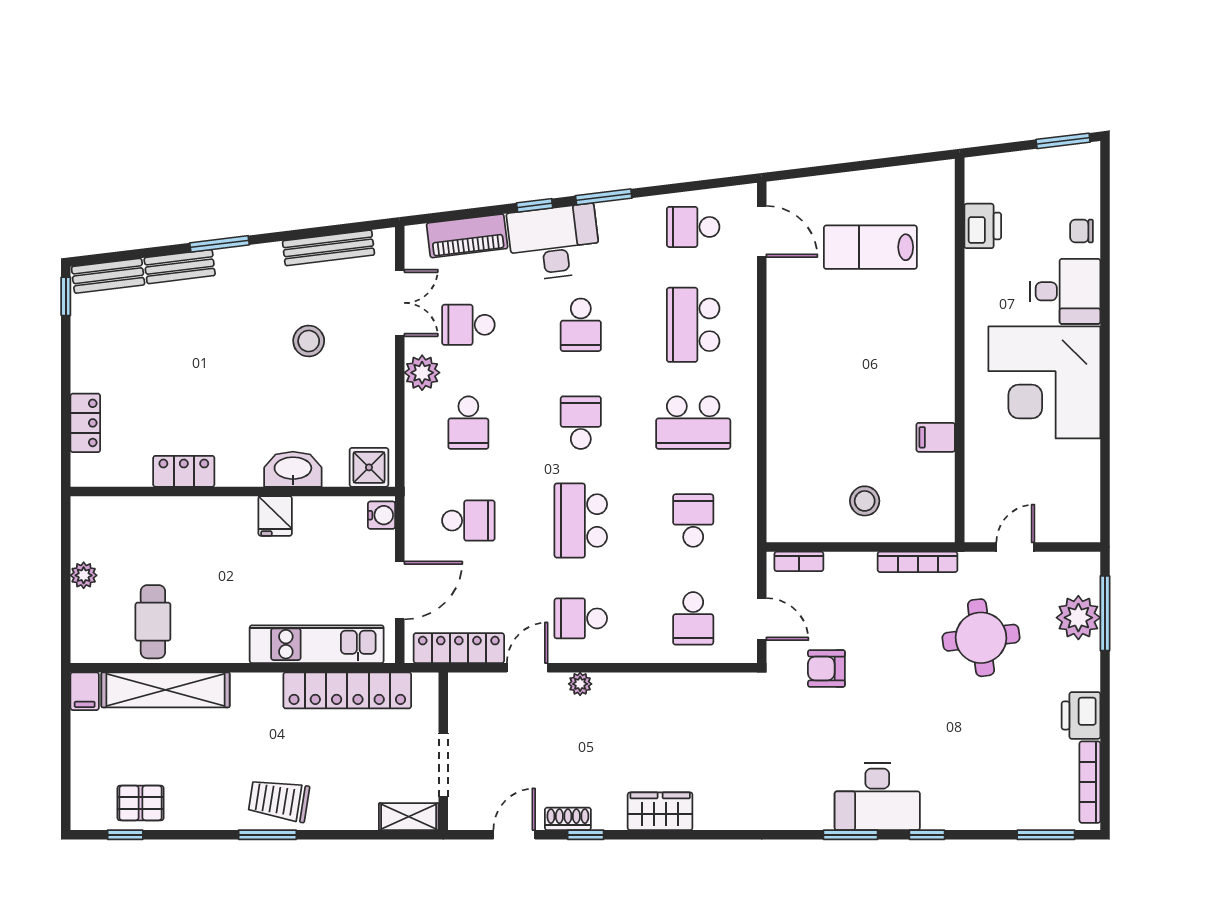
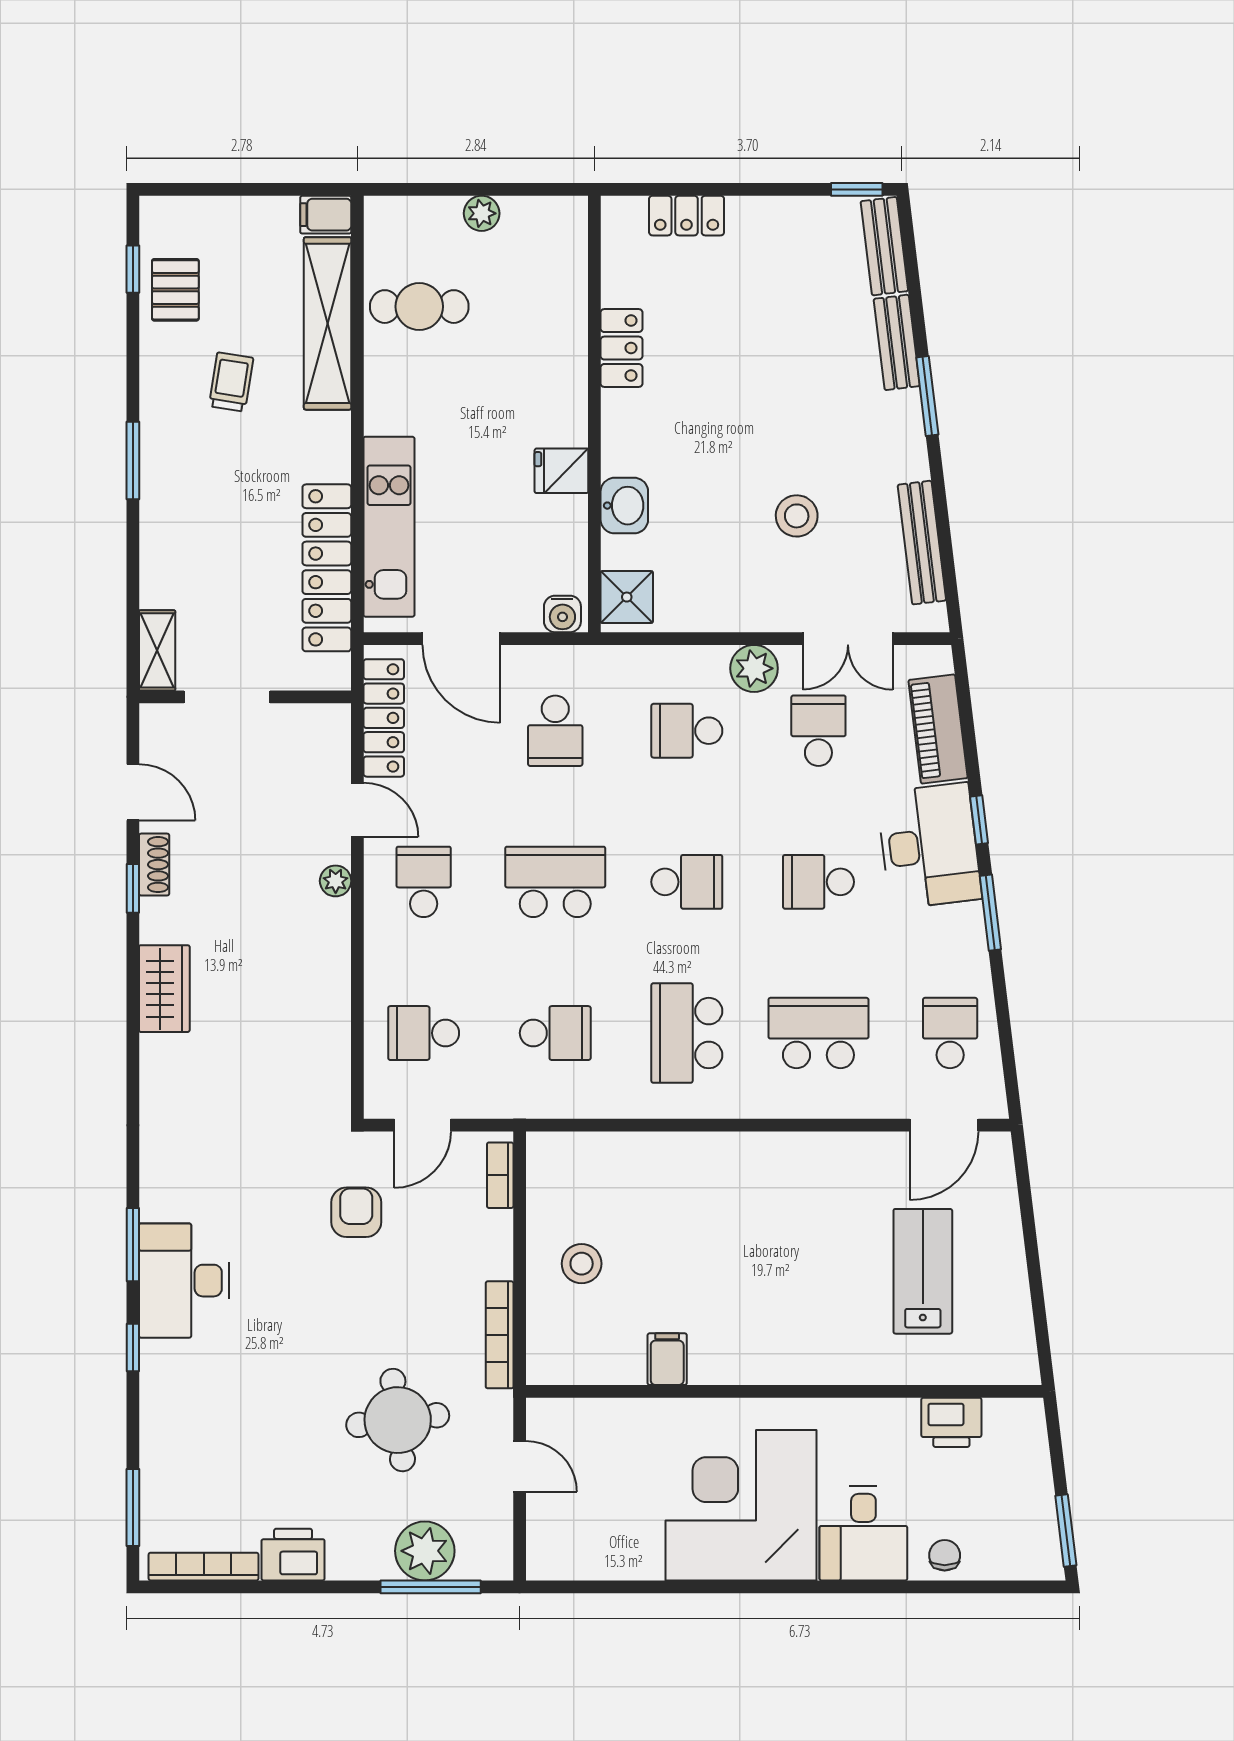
washbasin: (293, 469) -> (624, 506), width x0.72
trolley: (279, 800) -> (231, 382), moved, width x0.73, depth x0.72

